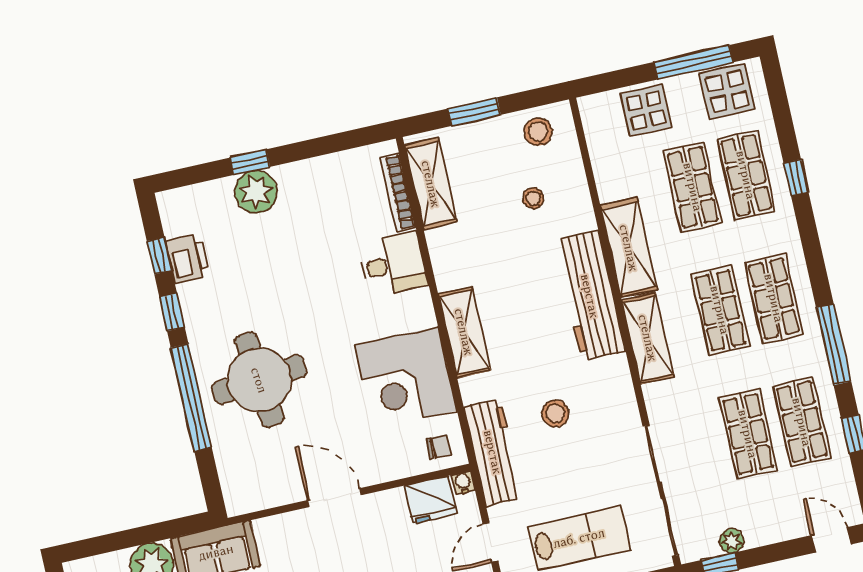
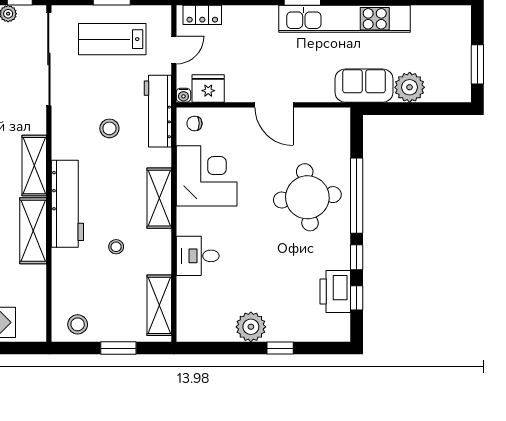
plant: (256, 192) -> (251, 327), moved
bookcase: (398, 193) -> (183, 304), removed
stool: (533, 198) -> (116, 247), moved
printer: (188, 259) -> (335, 291), width x1.37, depth x1.19

